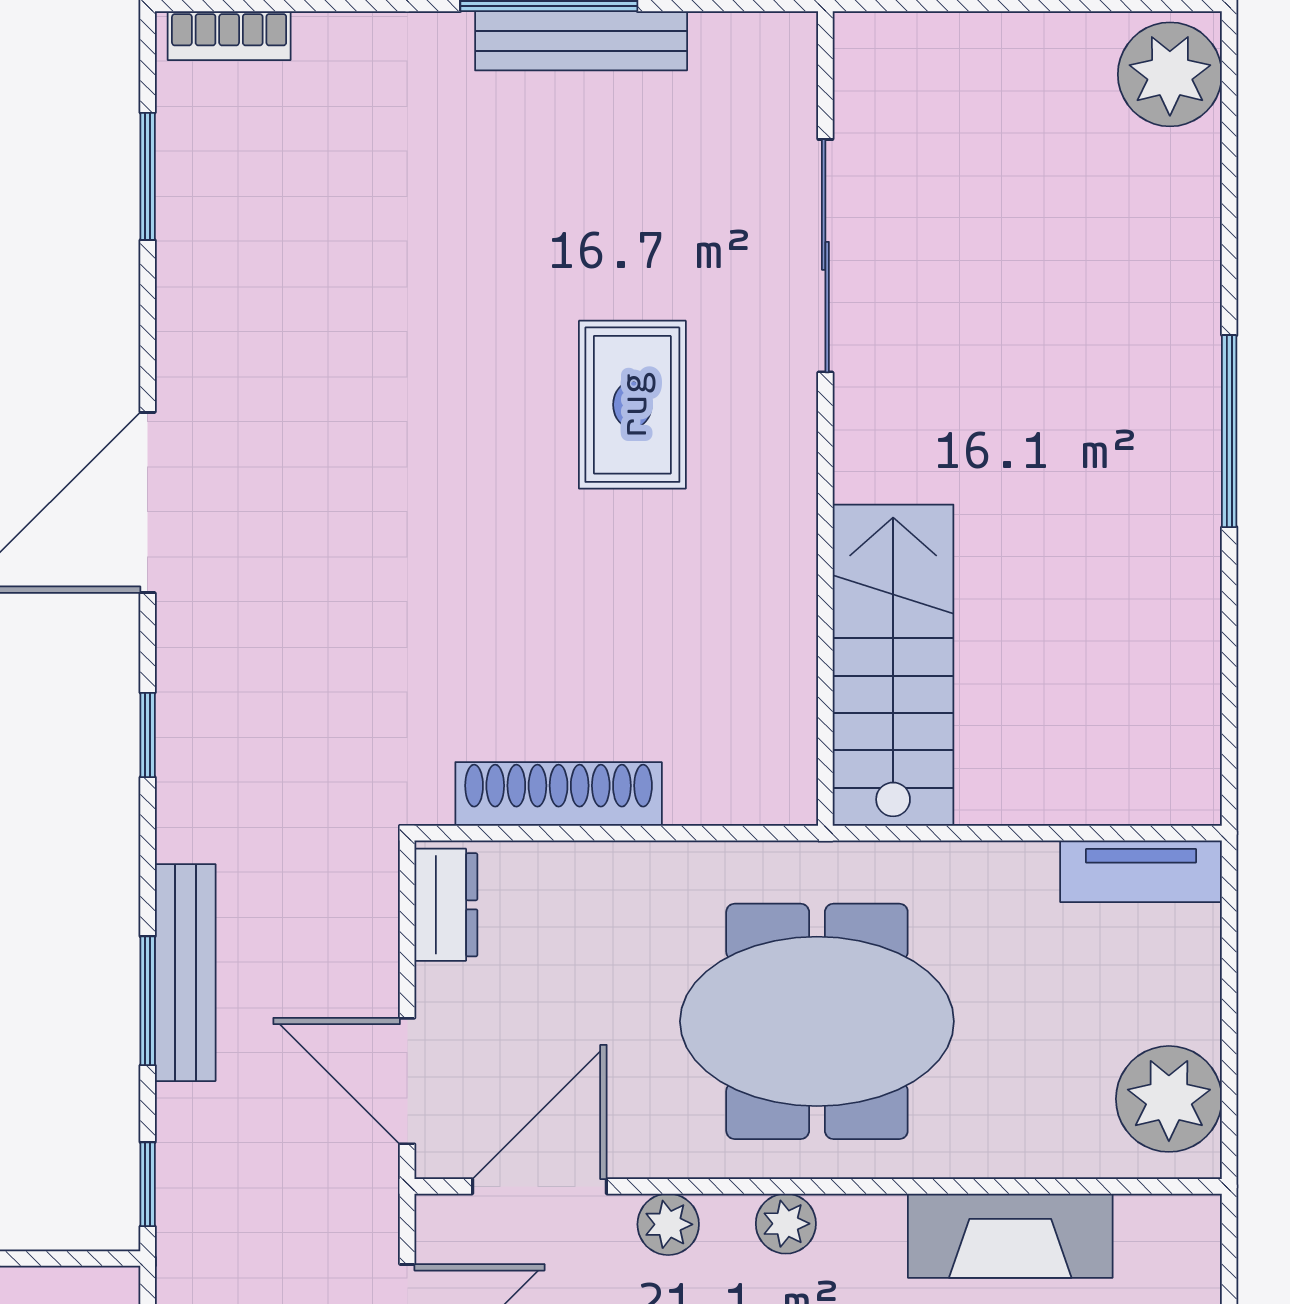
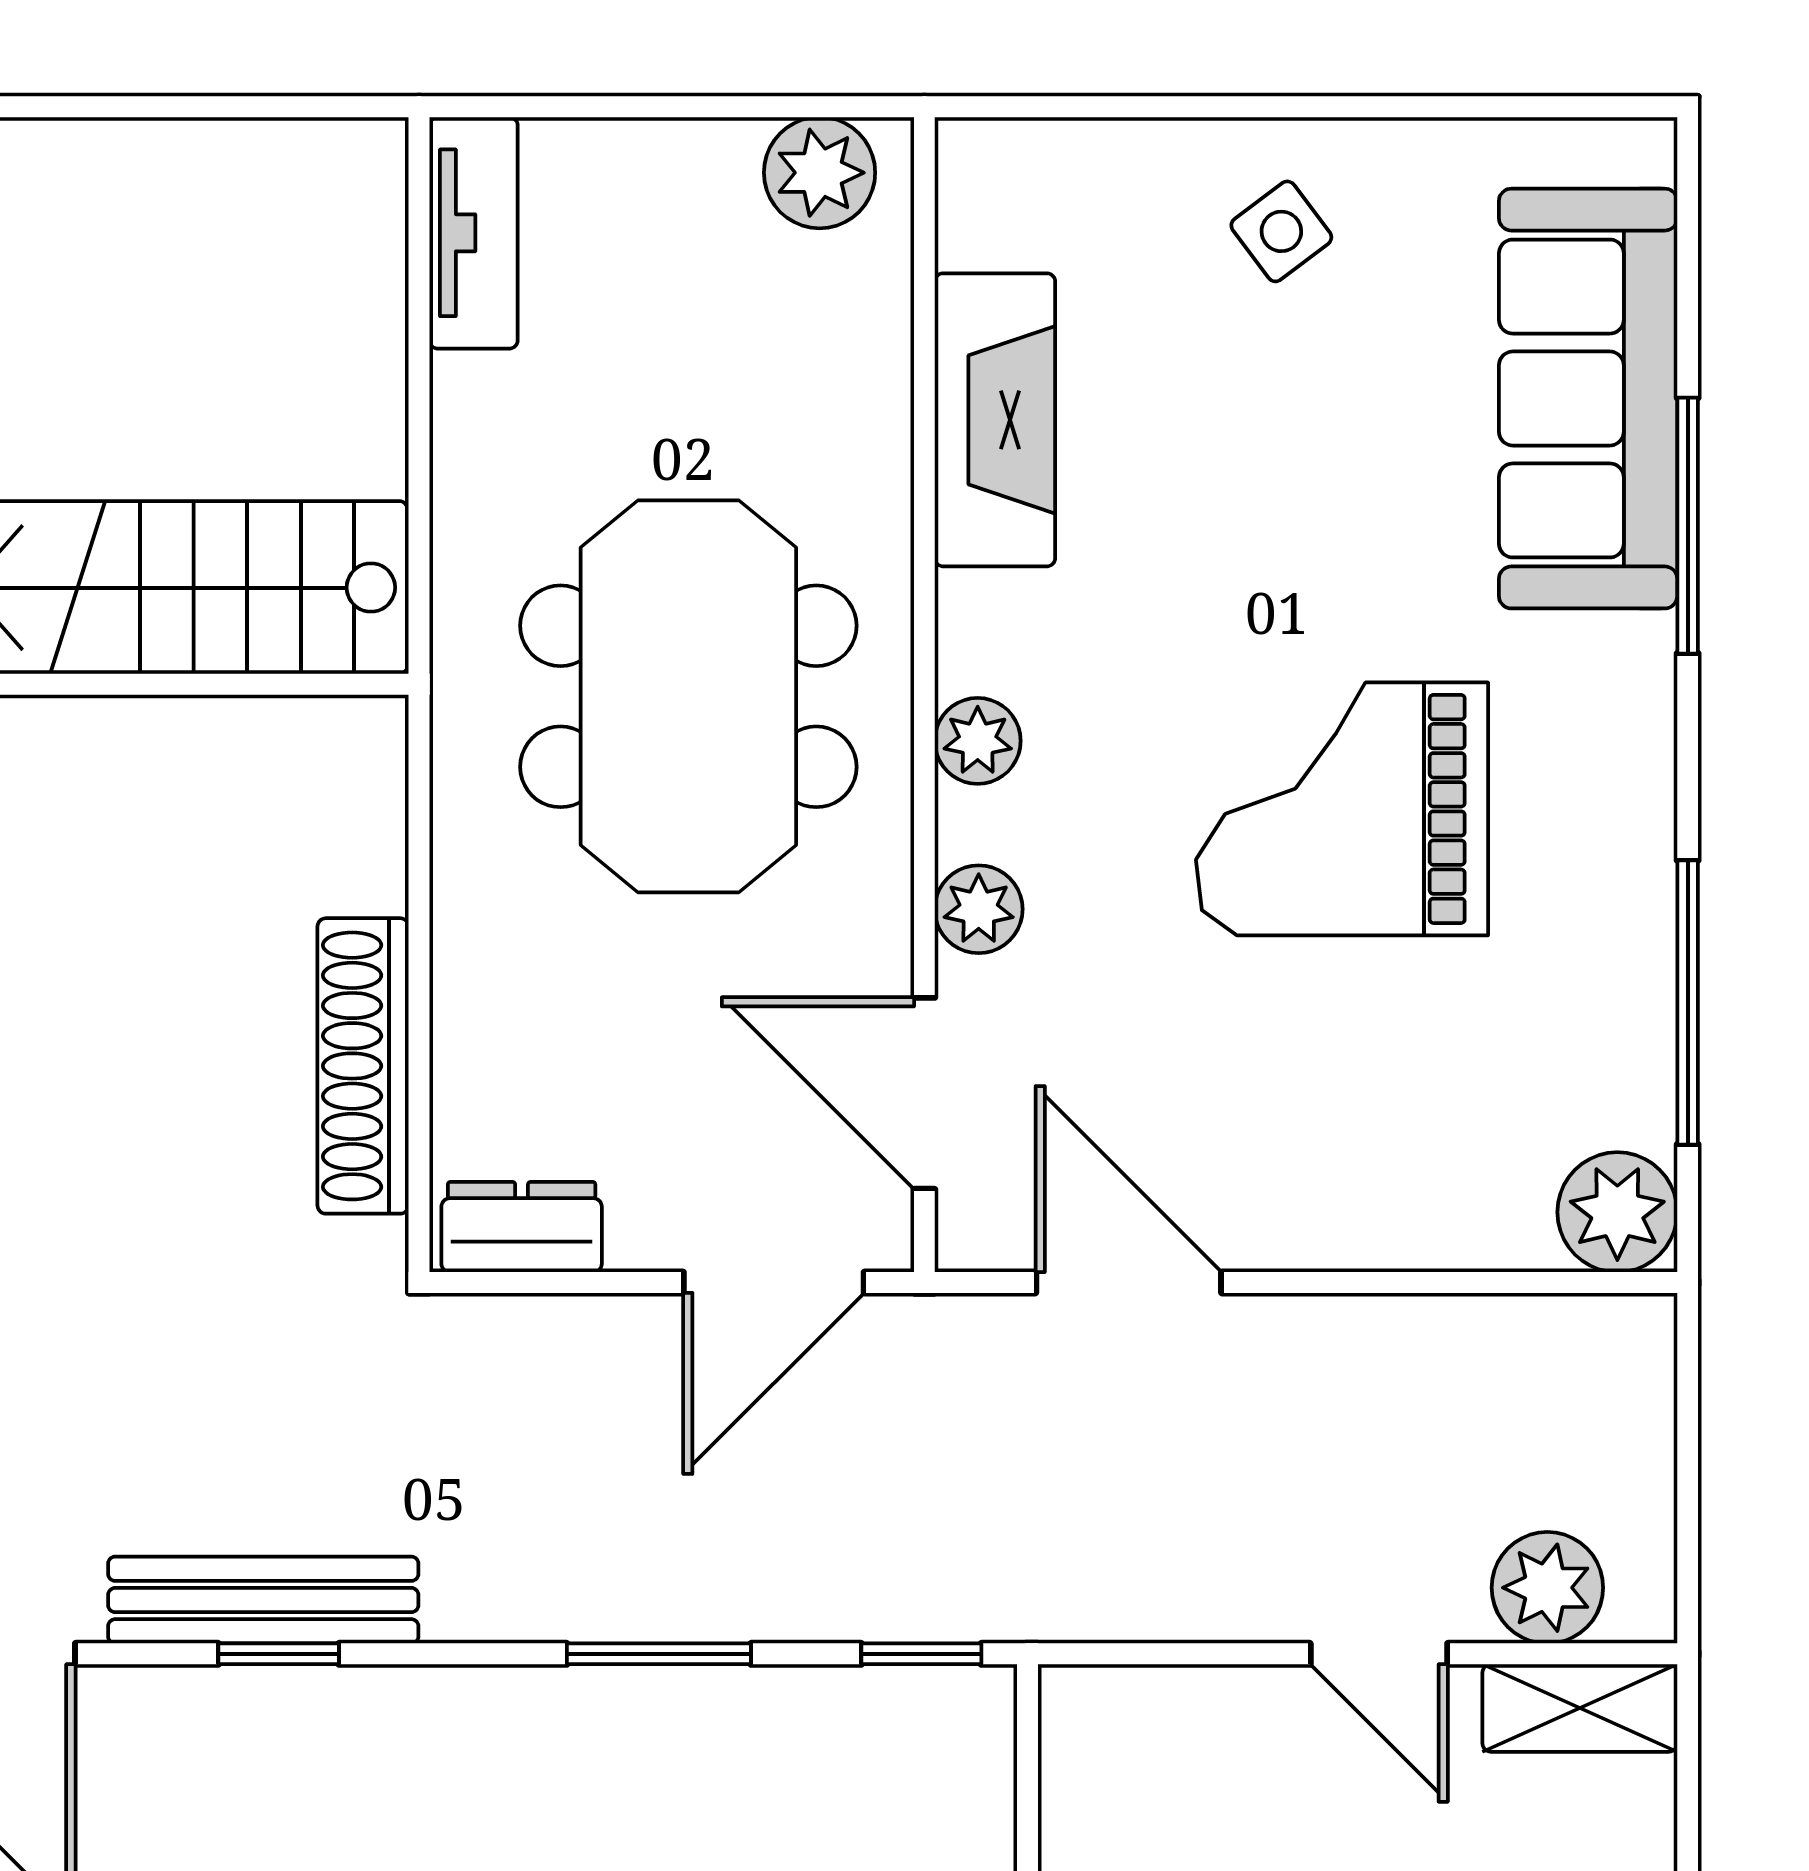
bench: (185, 973) -> (263, 1600), moved
plant: (1169, 1099) -> (820, 173), width x0.73, depth x0.73

